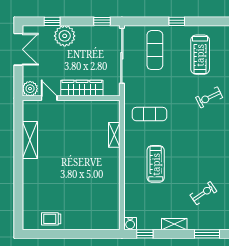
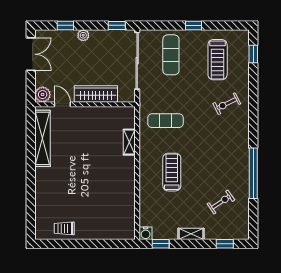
plant: (65, 36) -> (83, 35), width x0.53, depth x0.53
shelving: (30, 140) -> (42, 138), width x1.47
window: (207, 234) -> (225, 244), width x0.67

